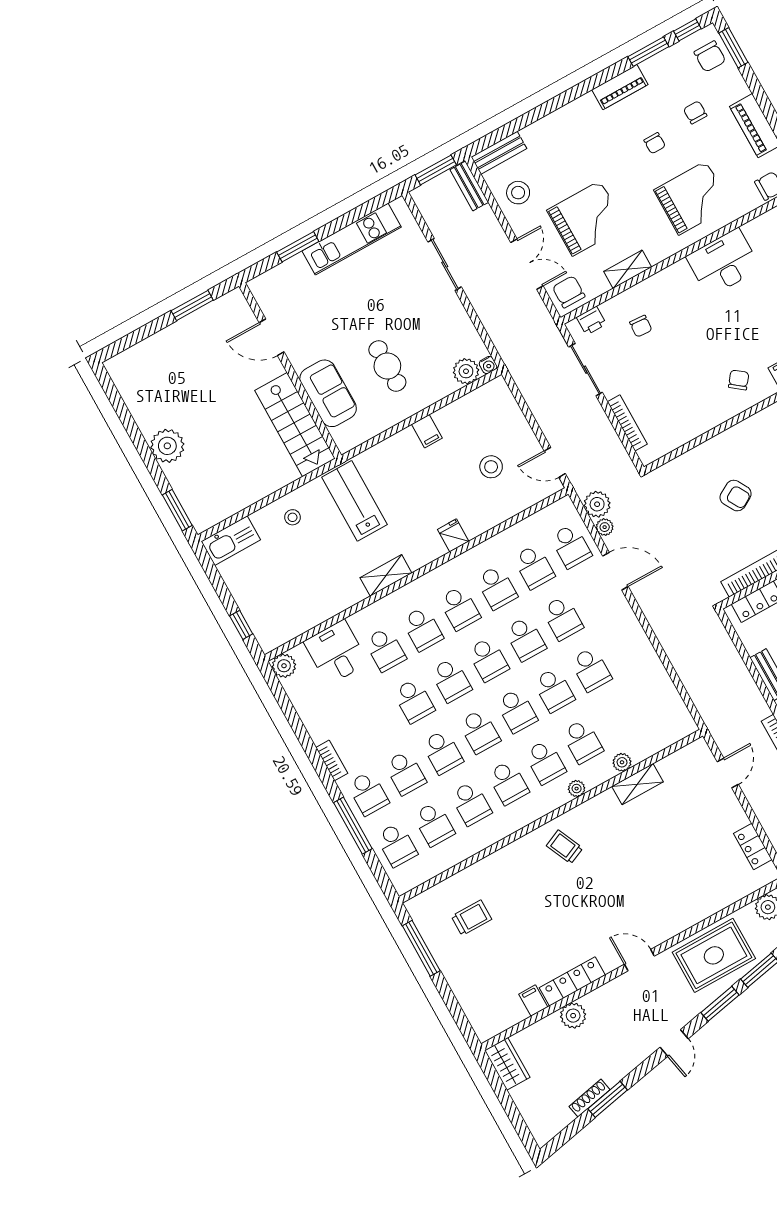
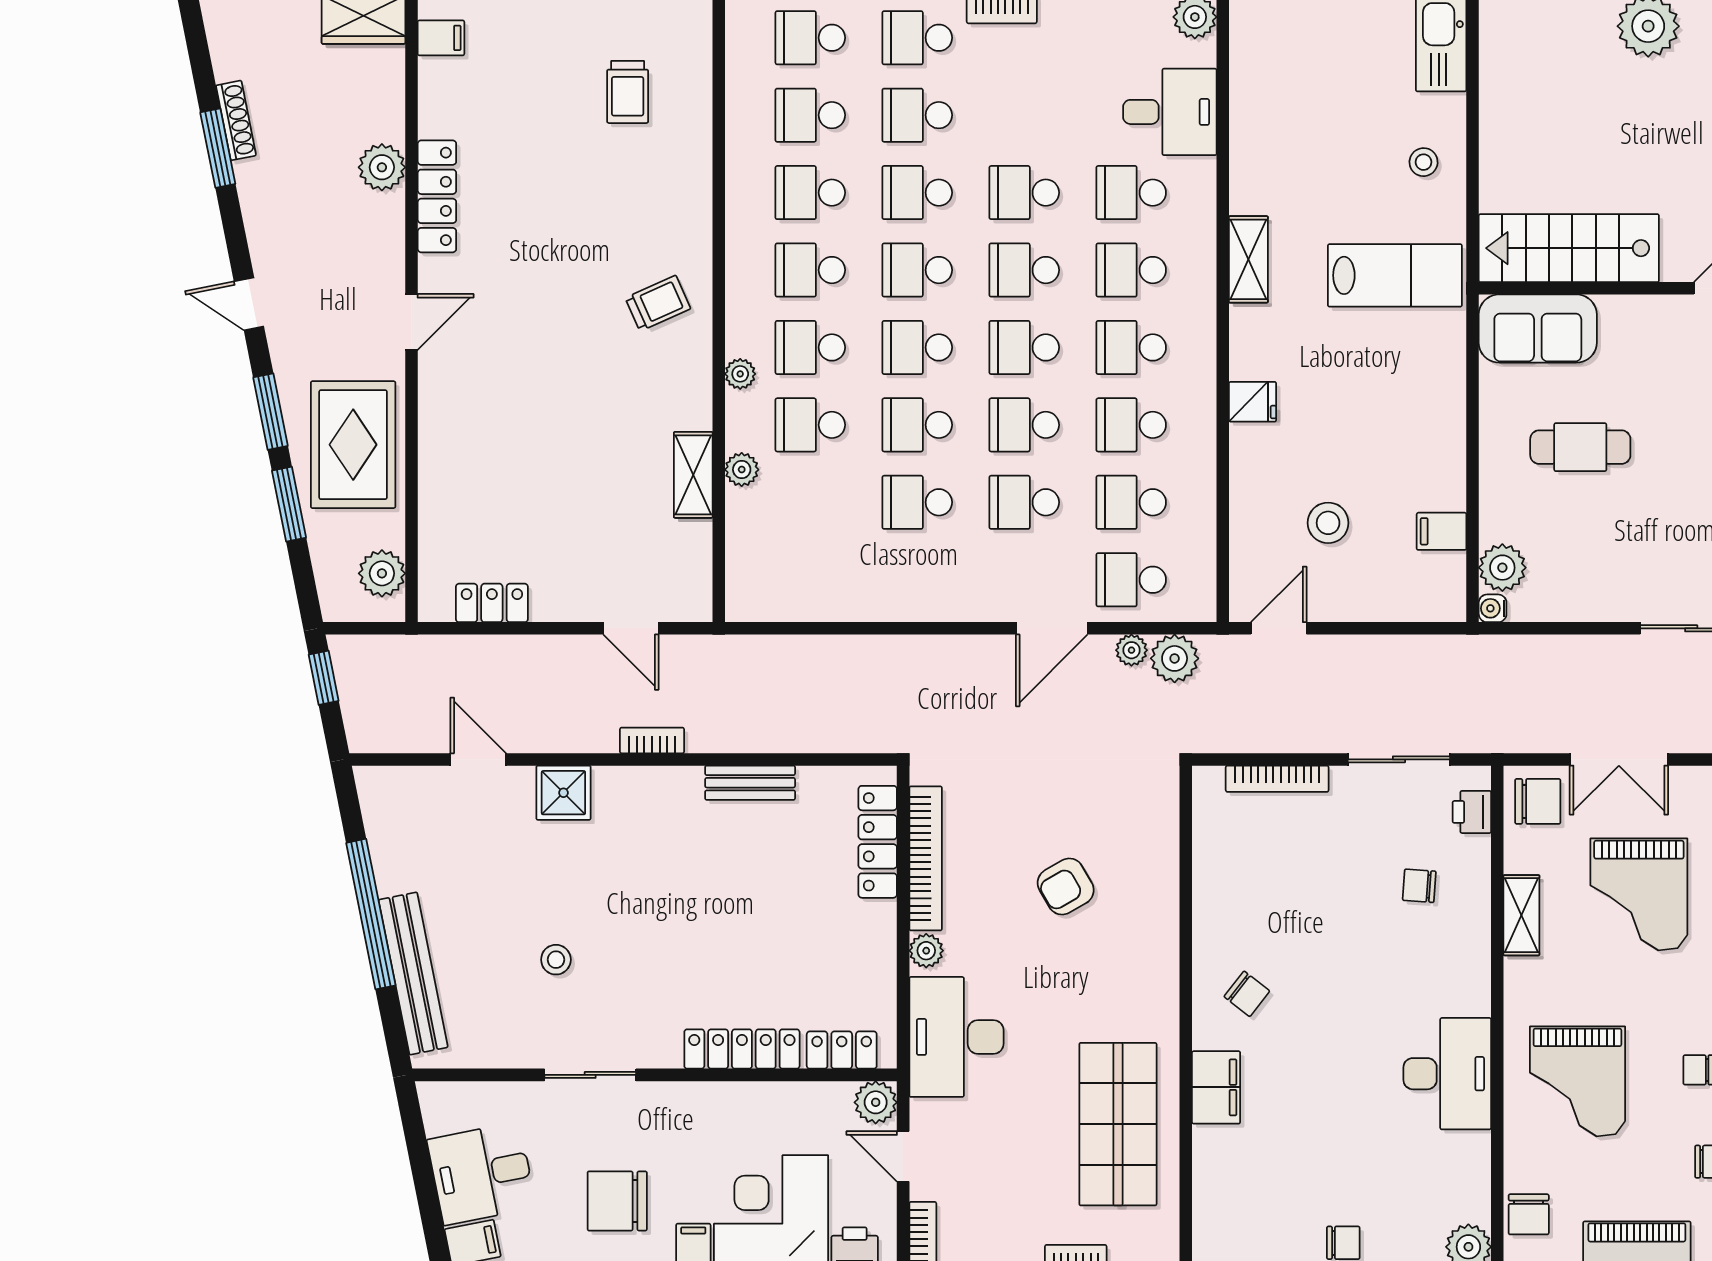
sofa: (328, 393) -> (1538, 329), moved
filing cabinet: (427, 431) -> (1442, 531), moved
filing cabinet: (533, 1001) -> (441, 38), moved

